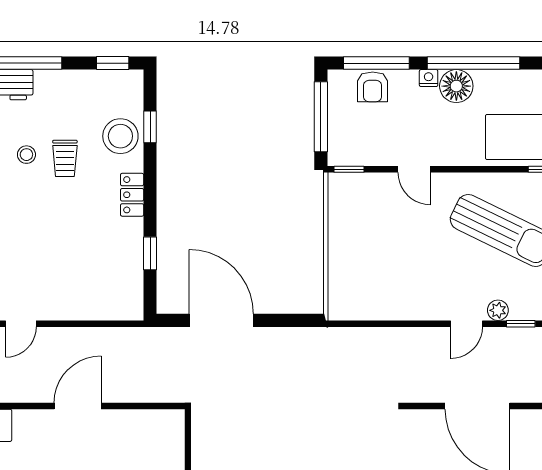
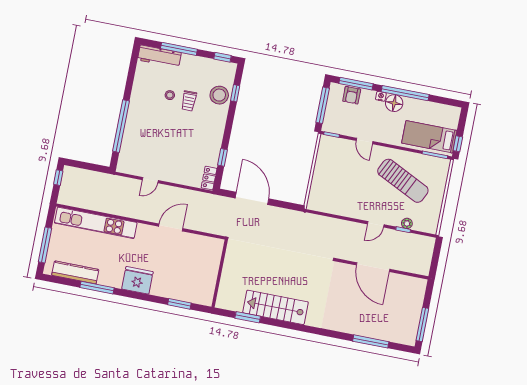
locker: (132, 195) -> (209, 178), moved
plant: (498, 310) -> (407, 223), moved

